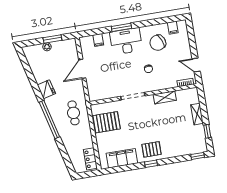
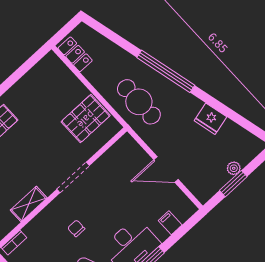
door: (82, 69) -> (166, 170), swing flipped
fridge: (46, 89) -> (210, 119), moved
cafe table: (73, 113) -> (139, 102), width x1.37, depth x1.35
filing cabinet: (122, 158) -> (33, 83), removed

